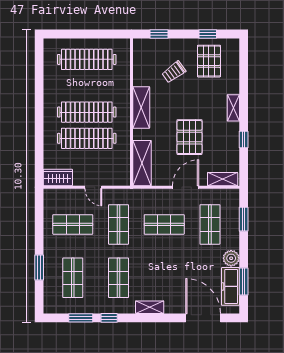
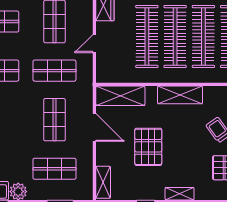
clothes rail: (87, 86) -> (203, 37), added
pallet: (190, 137) -> (148, 147), turned 90
door: (186, 187) -> (94, 127), moved

